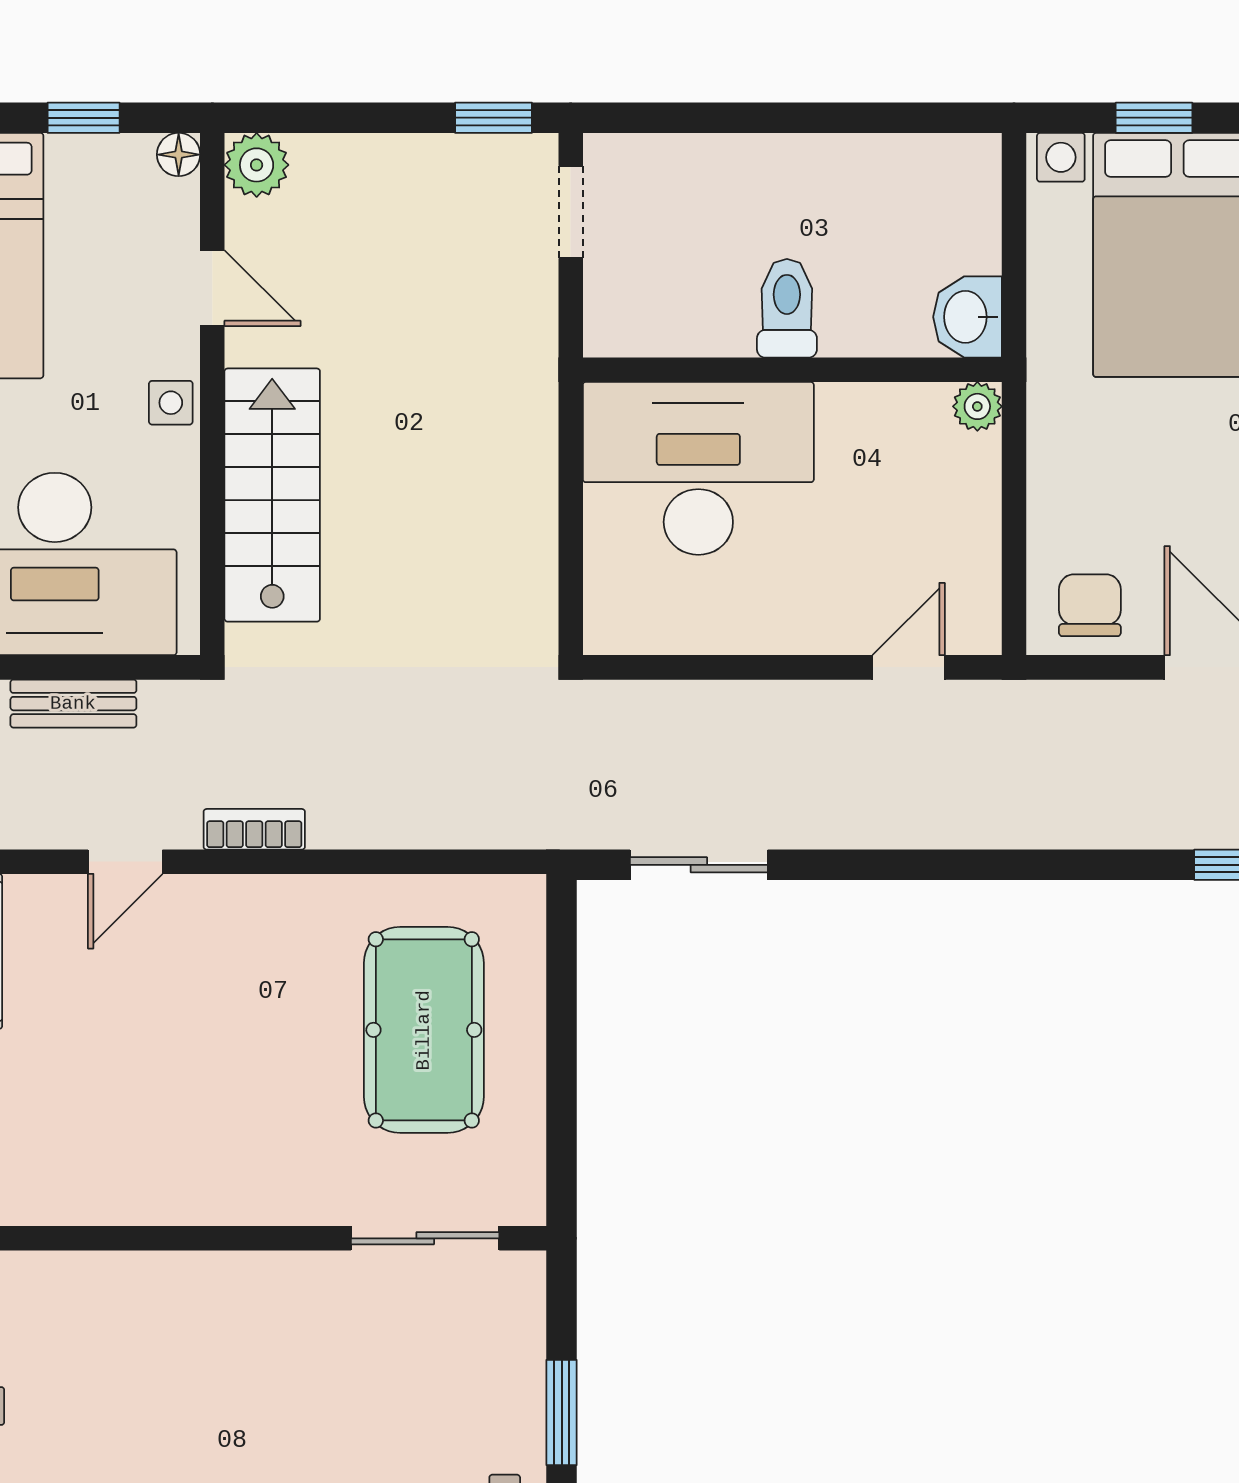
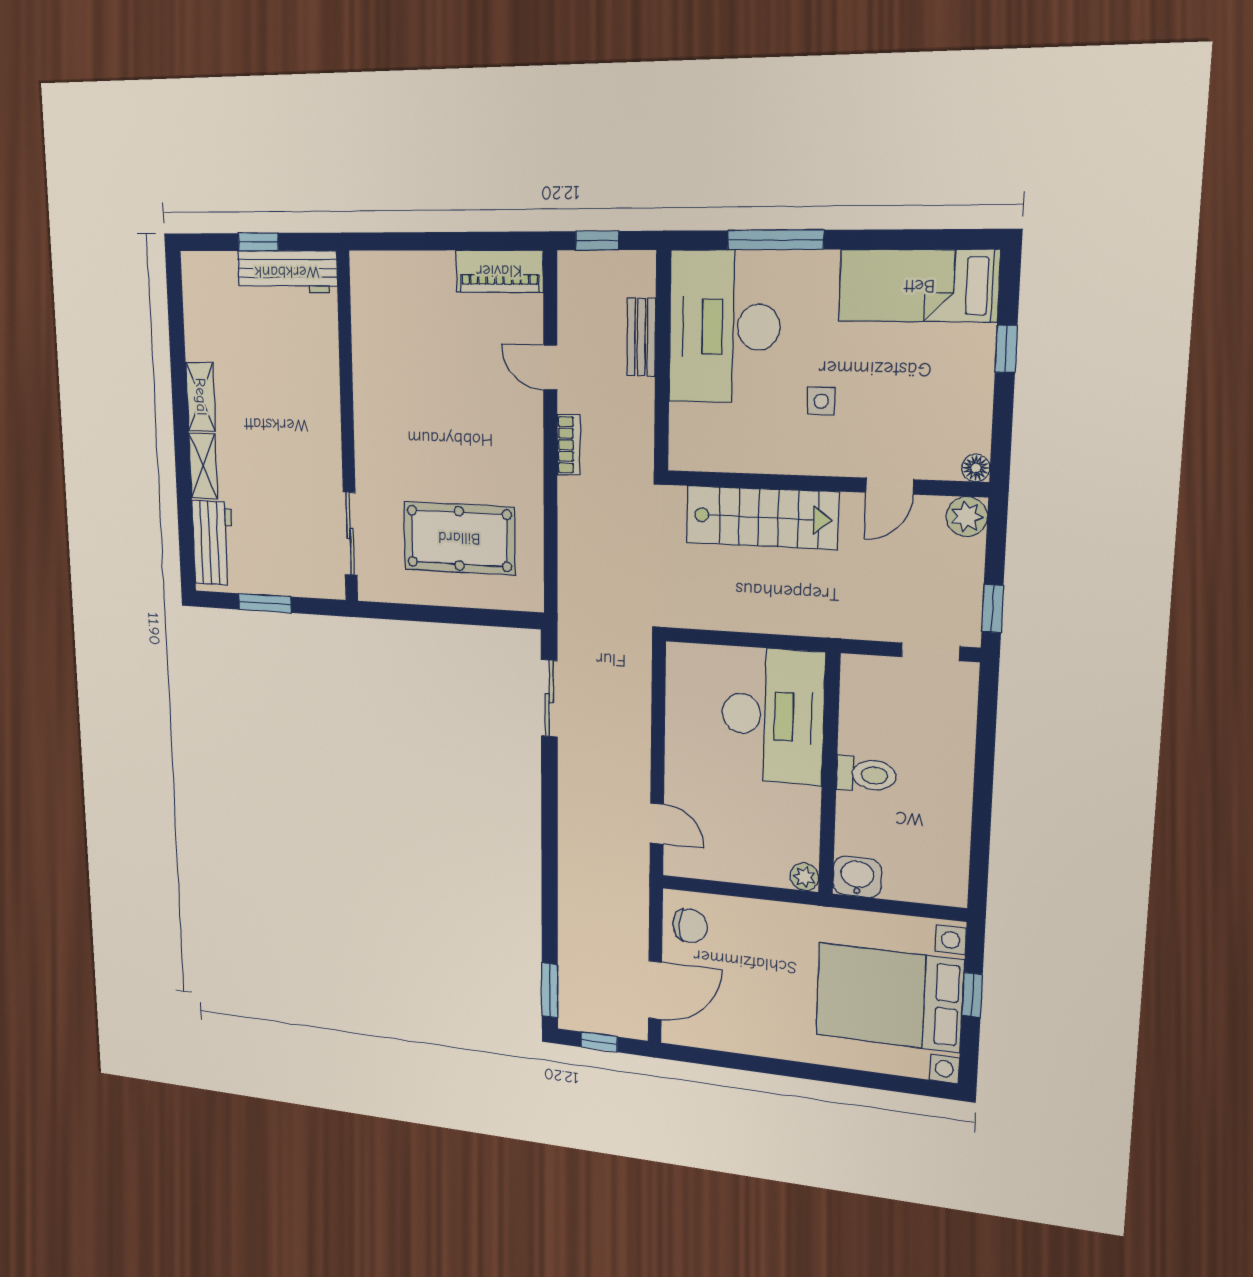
floor lamp: (179, 155) -> (976, 468), moved
plant: (257, 165) -> (967, 517), moved
door: (212, 288) -> (890, 486), moved
wall: (212, 394) -> (824, 484), moved
stairs: (272, 495) -> (762, 517), moved

